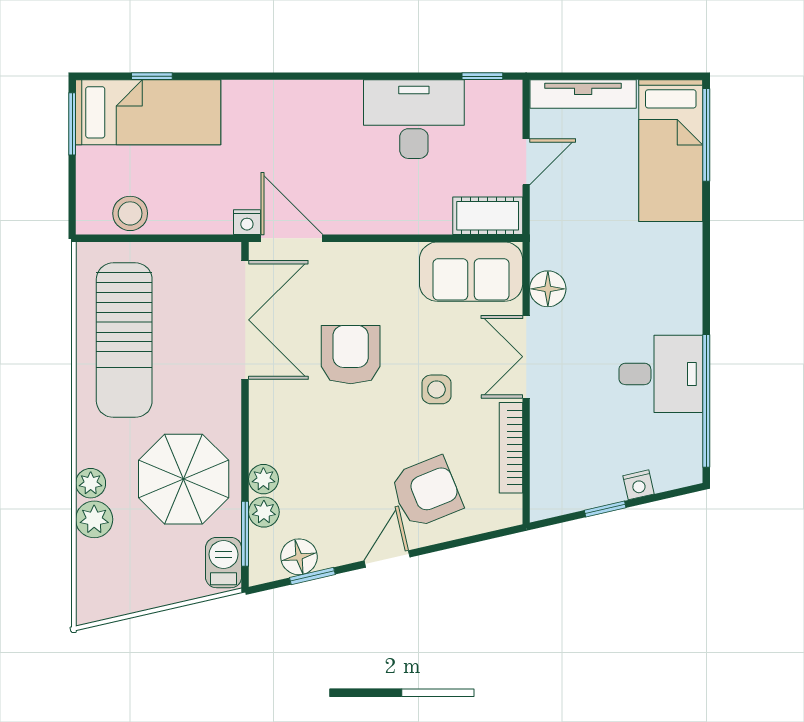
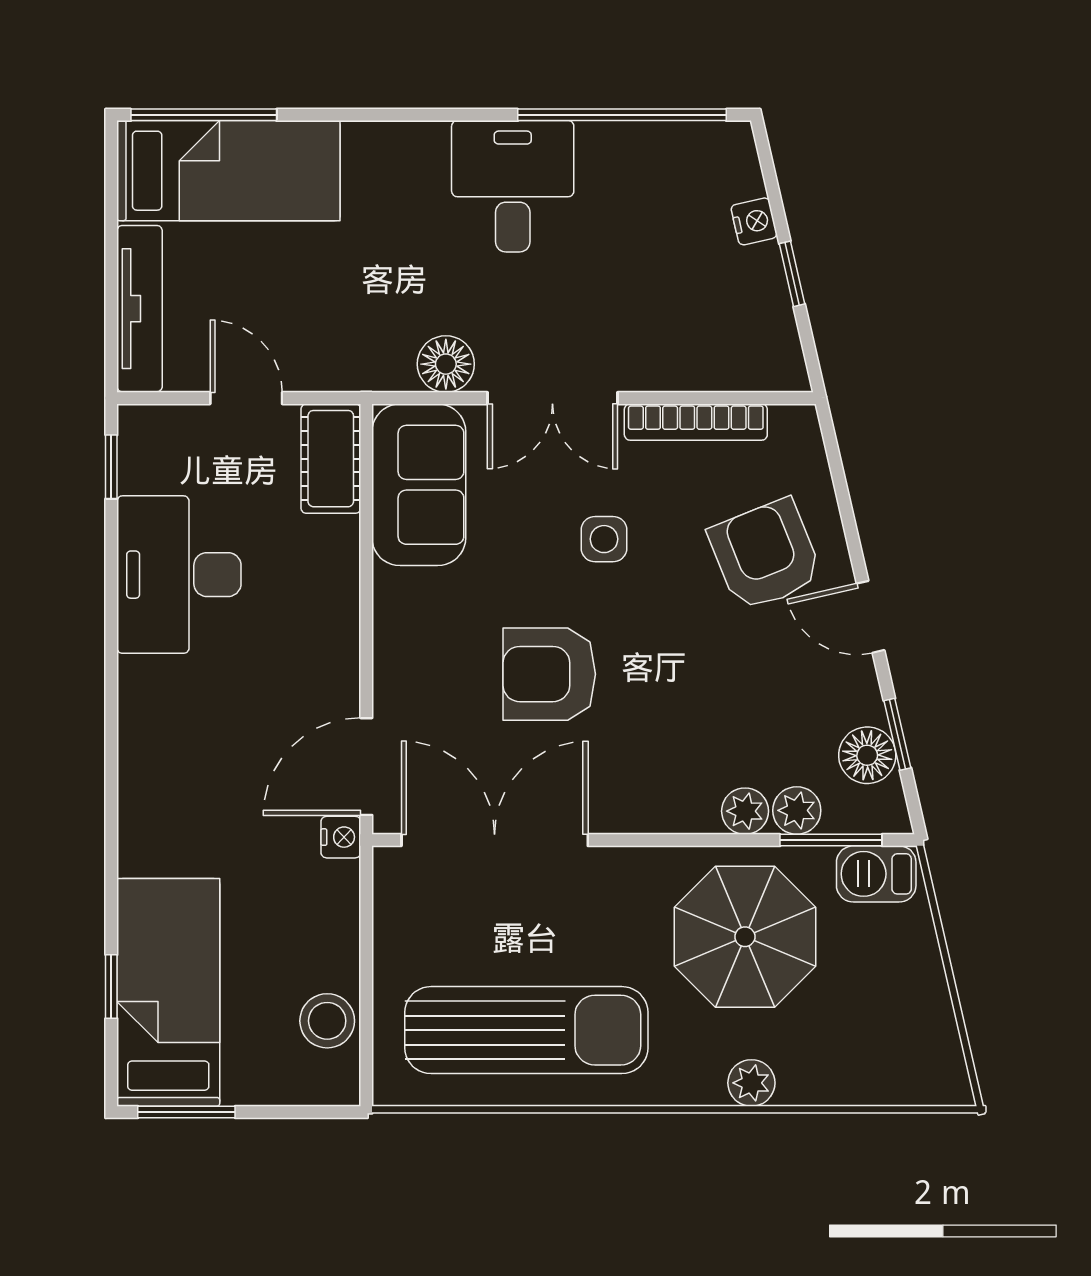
desk: (661, 374) -> (513, 186), moved
plant: (94, 519) -> (808, 1077), removed

